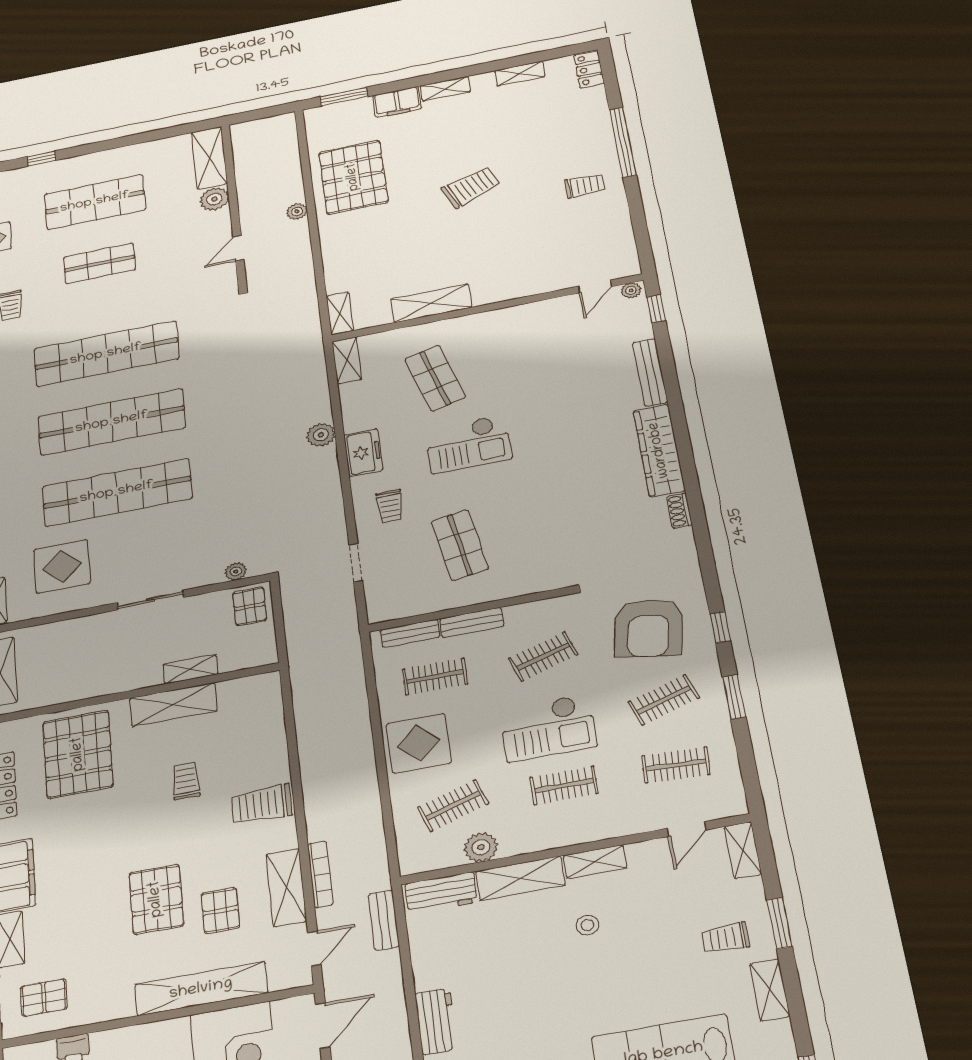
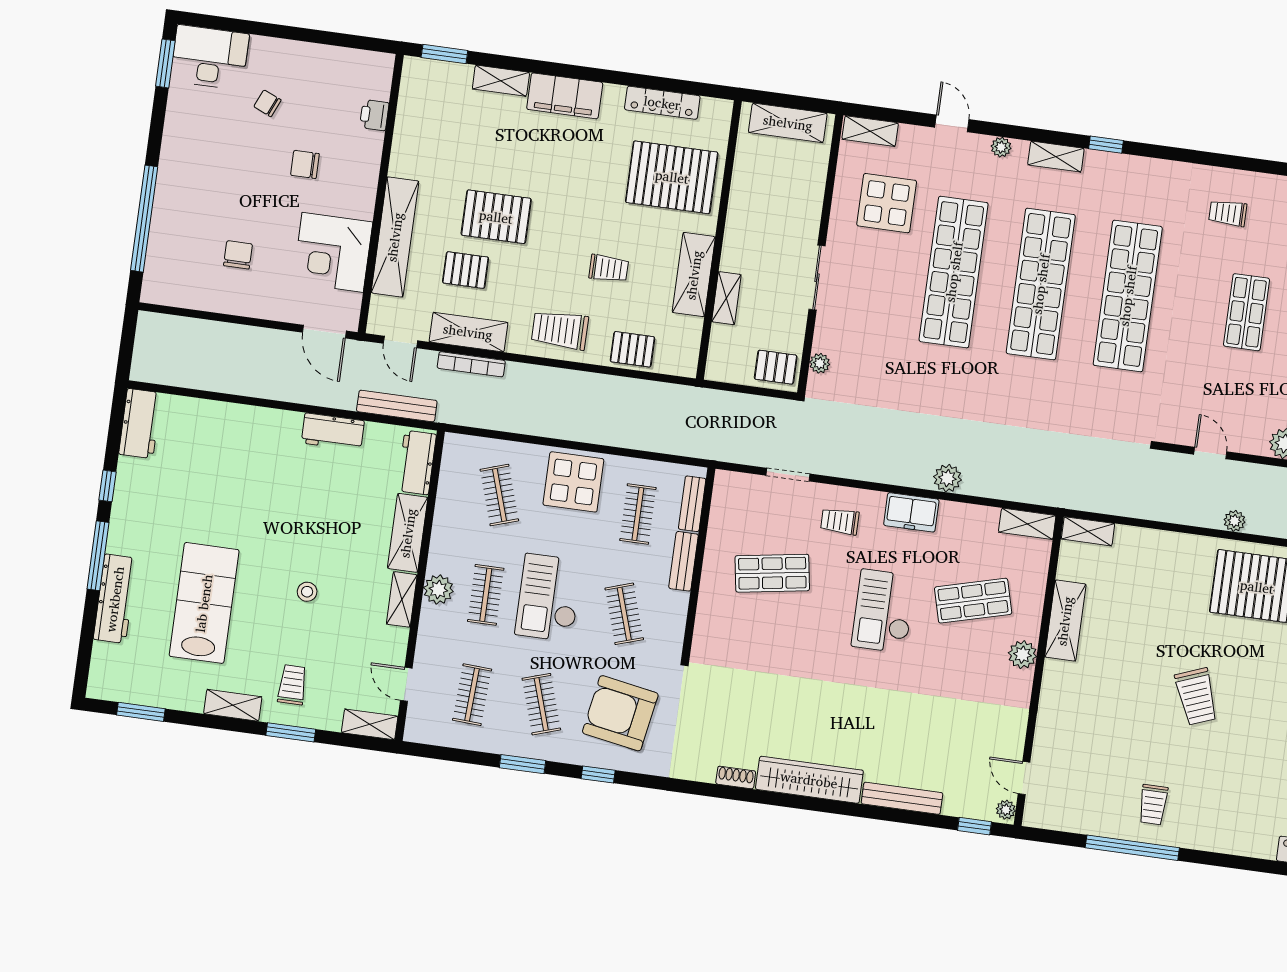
window: (623, 142) -> (1132, 848), moved
plant: (475, 325) -> (1022, 655), added
trolley: (262, 804) -> (560, 330), turned -90
plant: (481, 847) -> (438, 590), moved
bench: (384, 920) -> (397, 406), width x1.36
stool: (587, 925) -> (307, 592), moved
pallet: (44, 998) -> (632, 349), moved, turned 90
workbench: (436, 1021) -> (333, 432), moved

